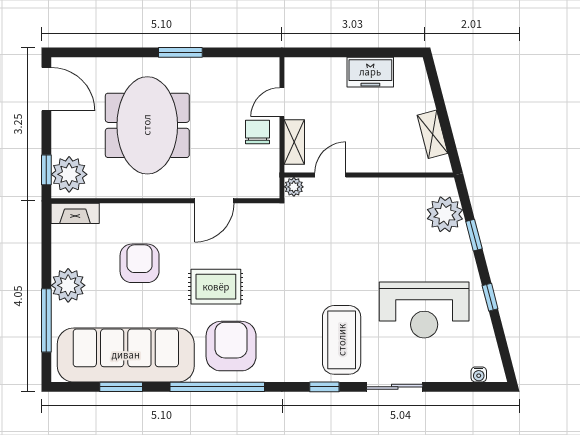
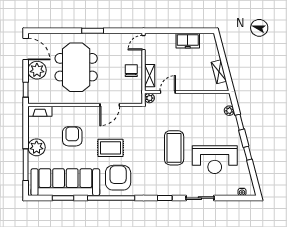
door: (282, 102) -> (143, 43), moved
plant: (69, 174) -> (37, 70), moved
plant: (445, 214) -> (229, 111), width x0.53, depth x0.53
coffee table: (342, 340) -> (174, 148), moved

